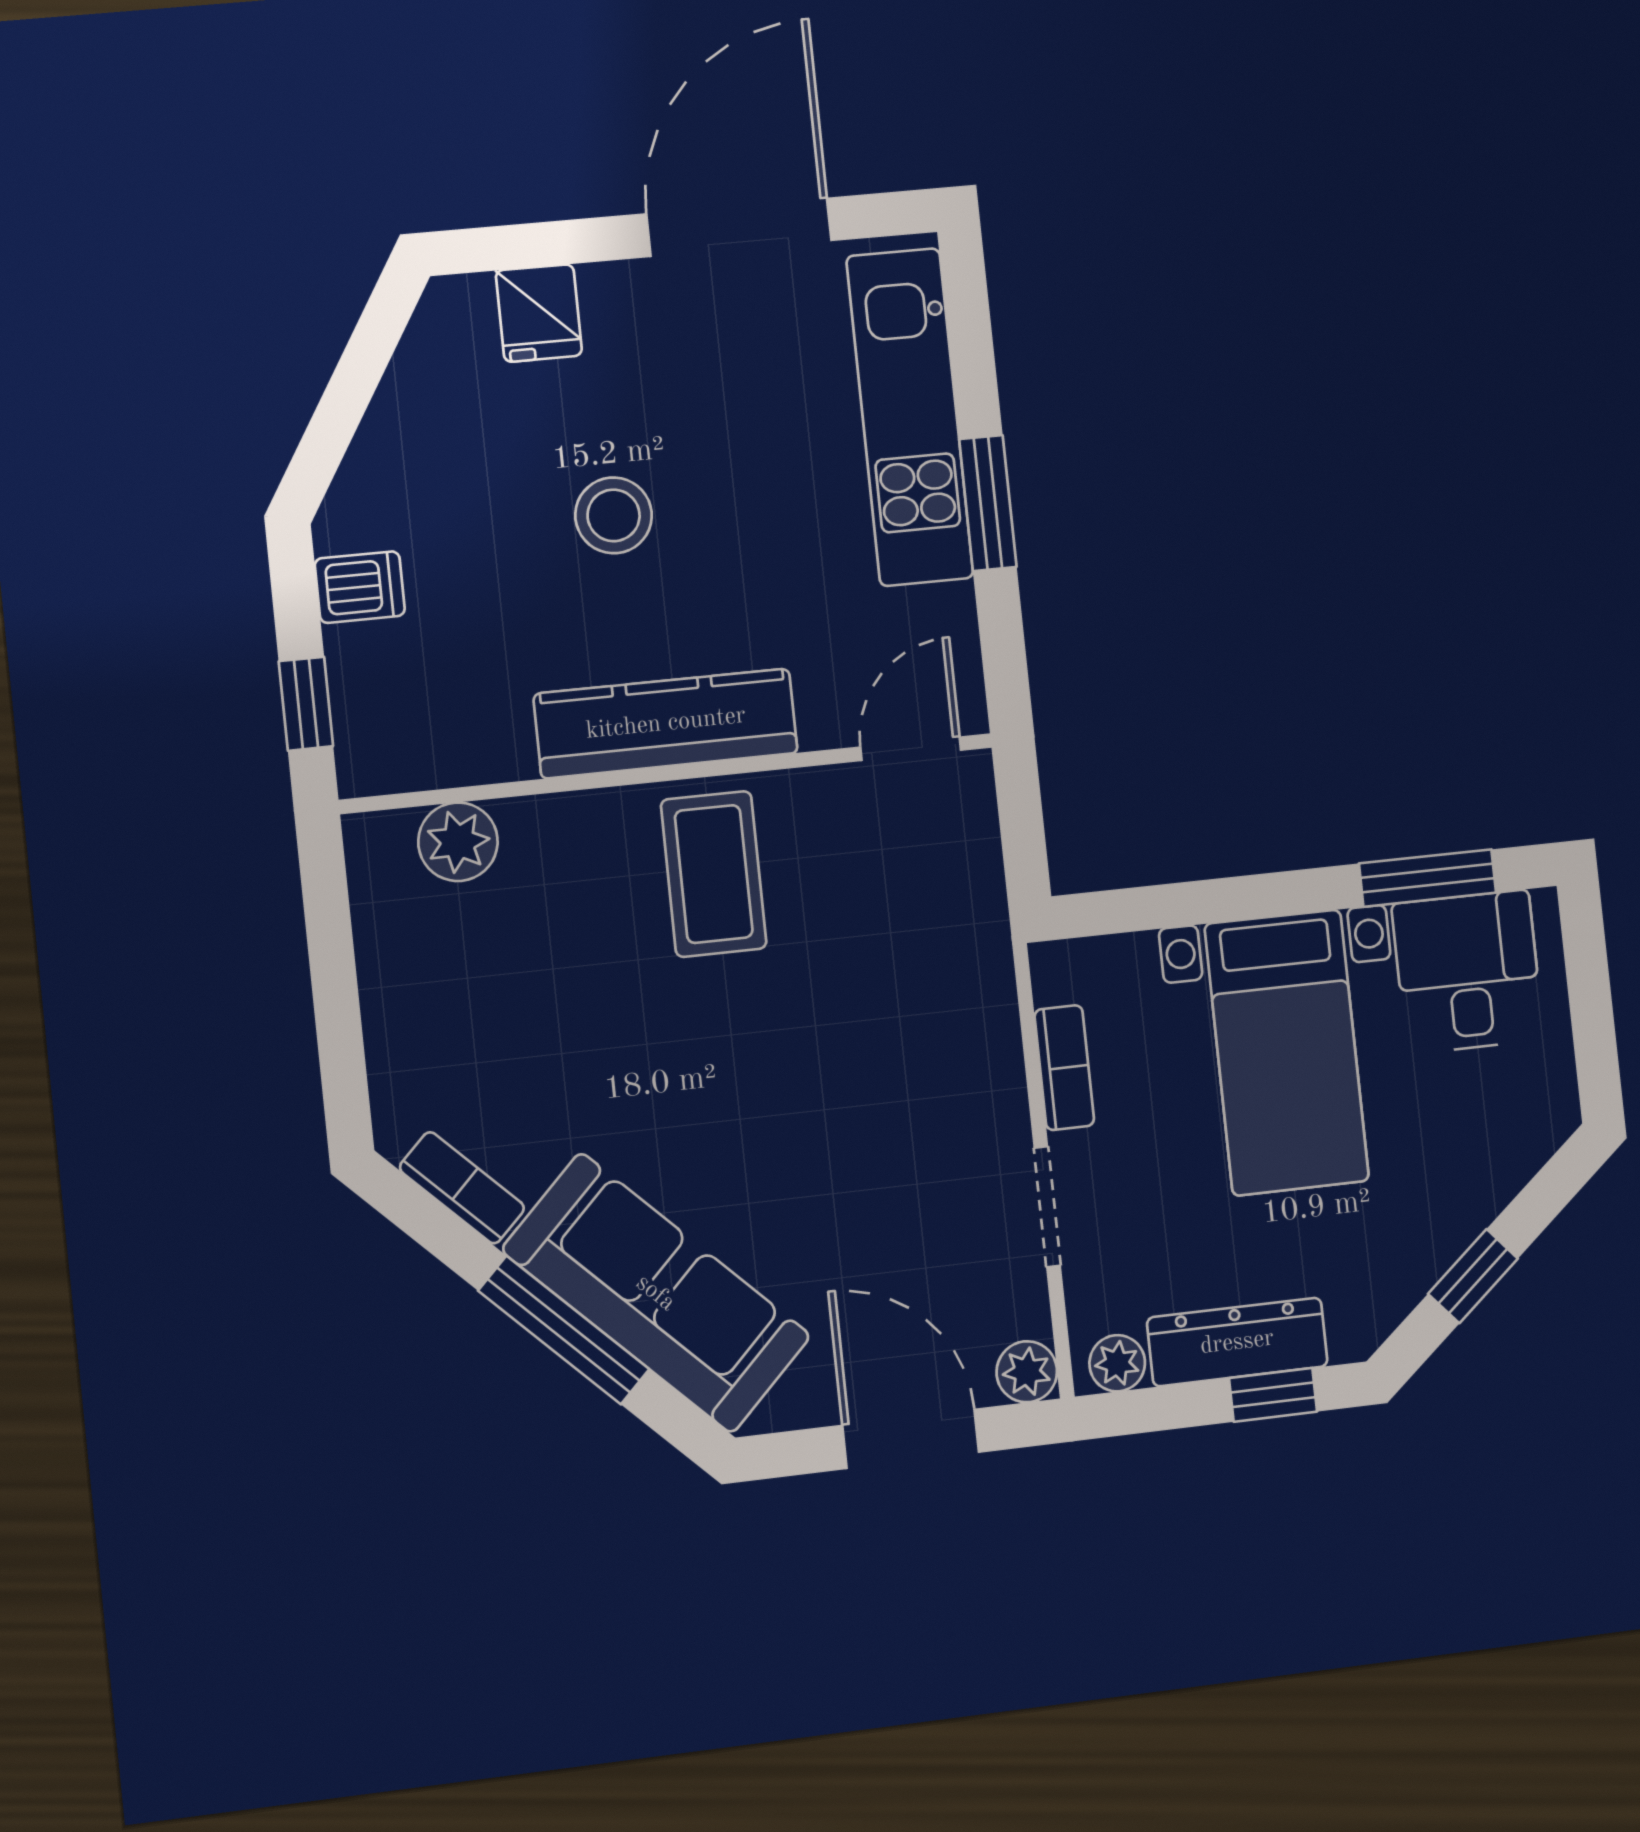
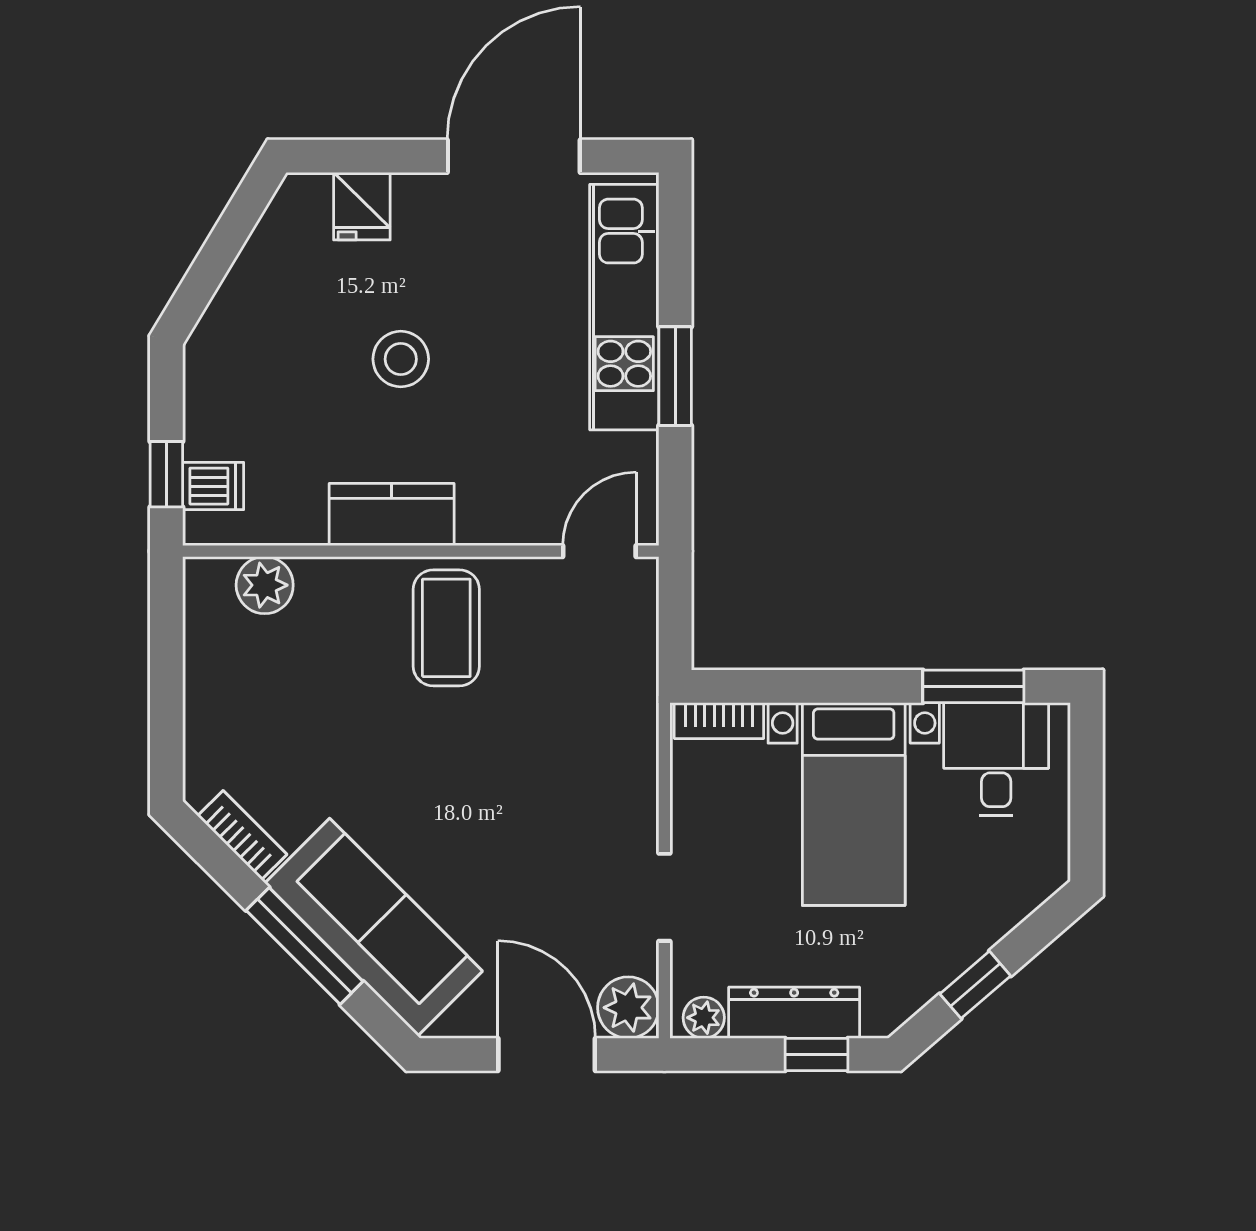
dishwasher: (360, 587) -> (213, 486), moved
kitchen counter: (666, 723) -> (392, 515), width x0.67
bookcase: (1064, 1068) -> (719, 721), moved, turned 90
plant: (1027, 1372) -> (628, 1008), width x1.38, depth x1.38

